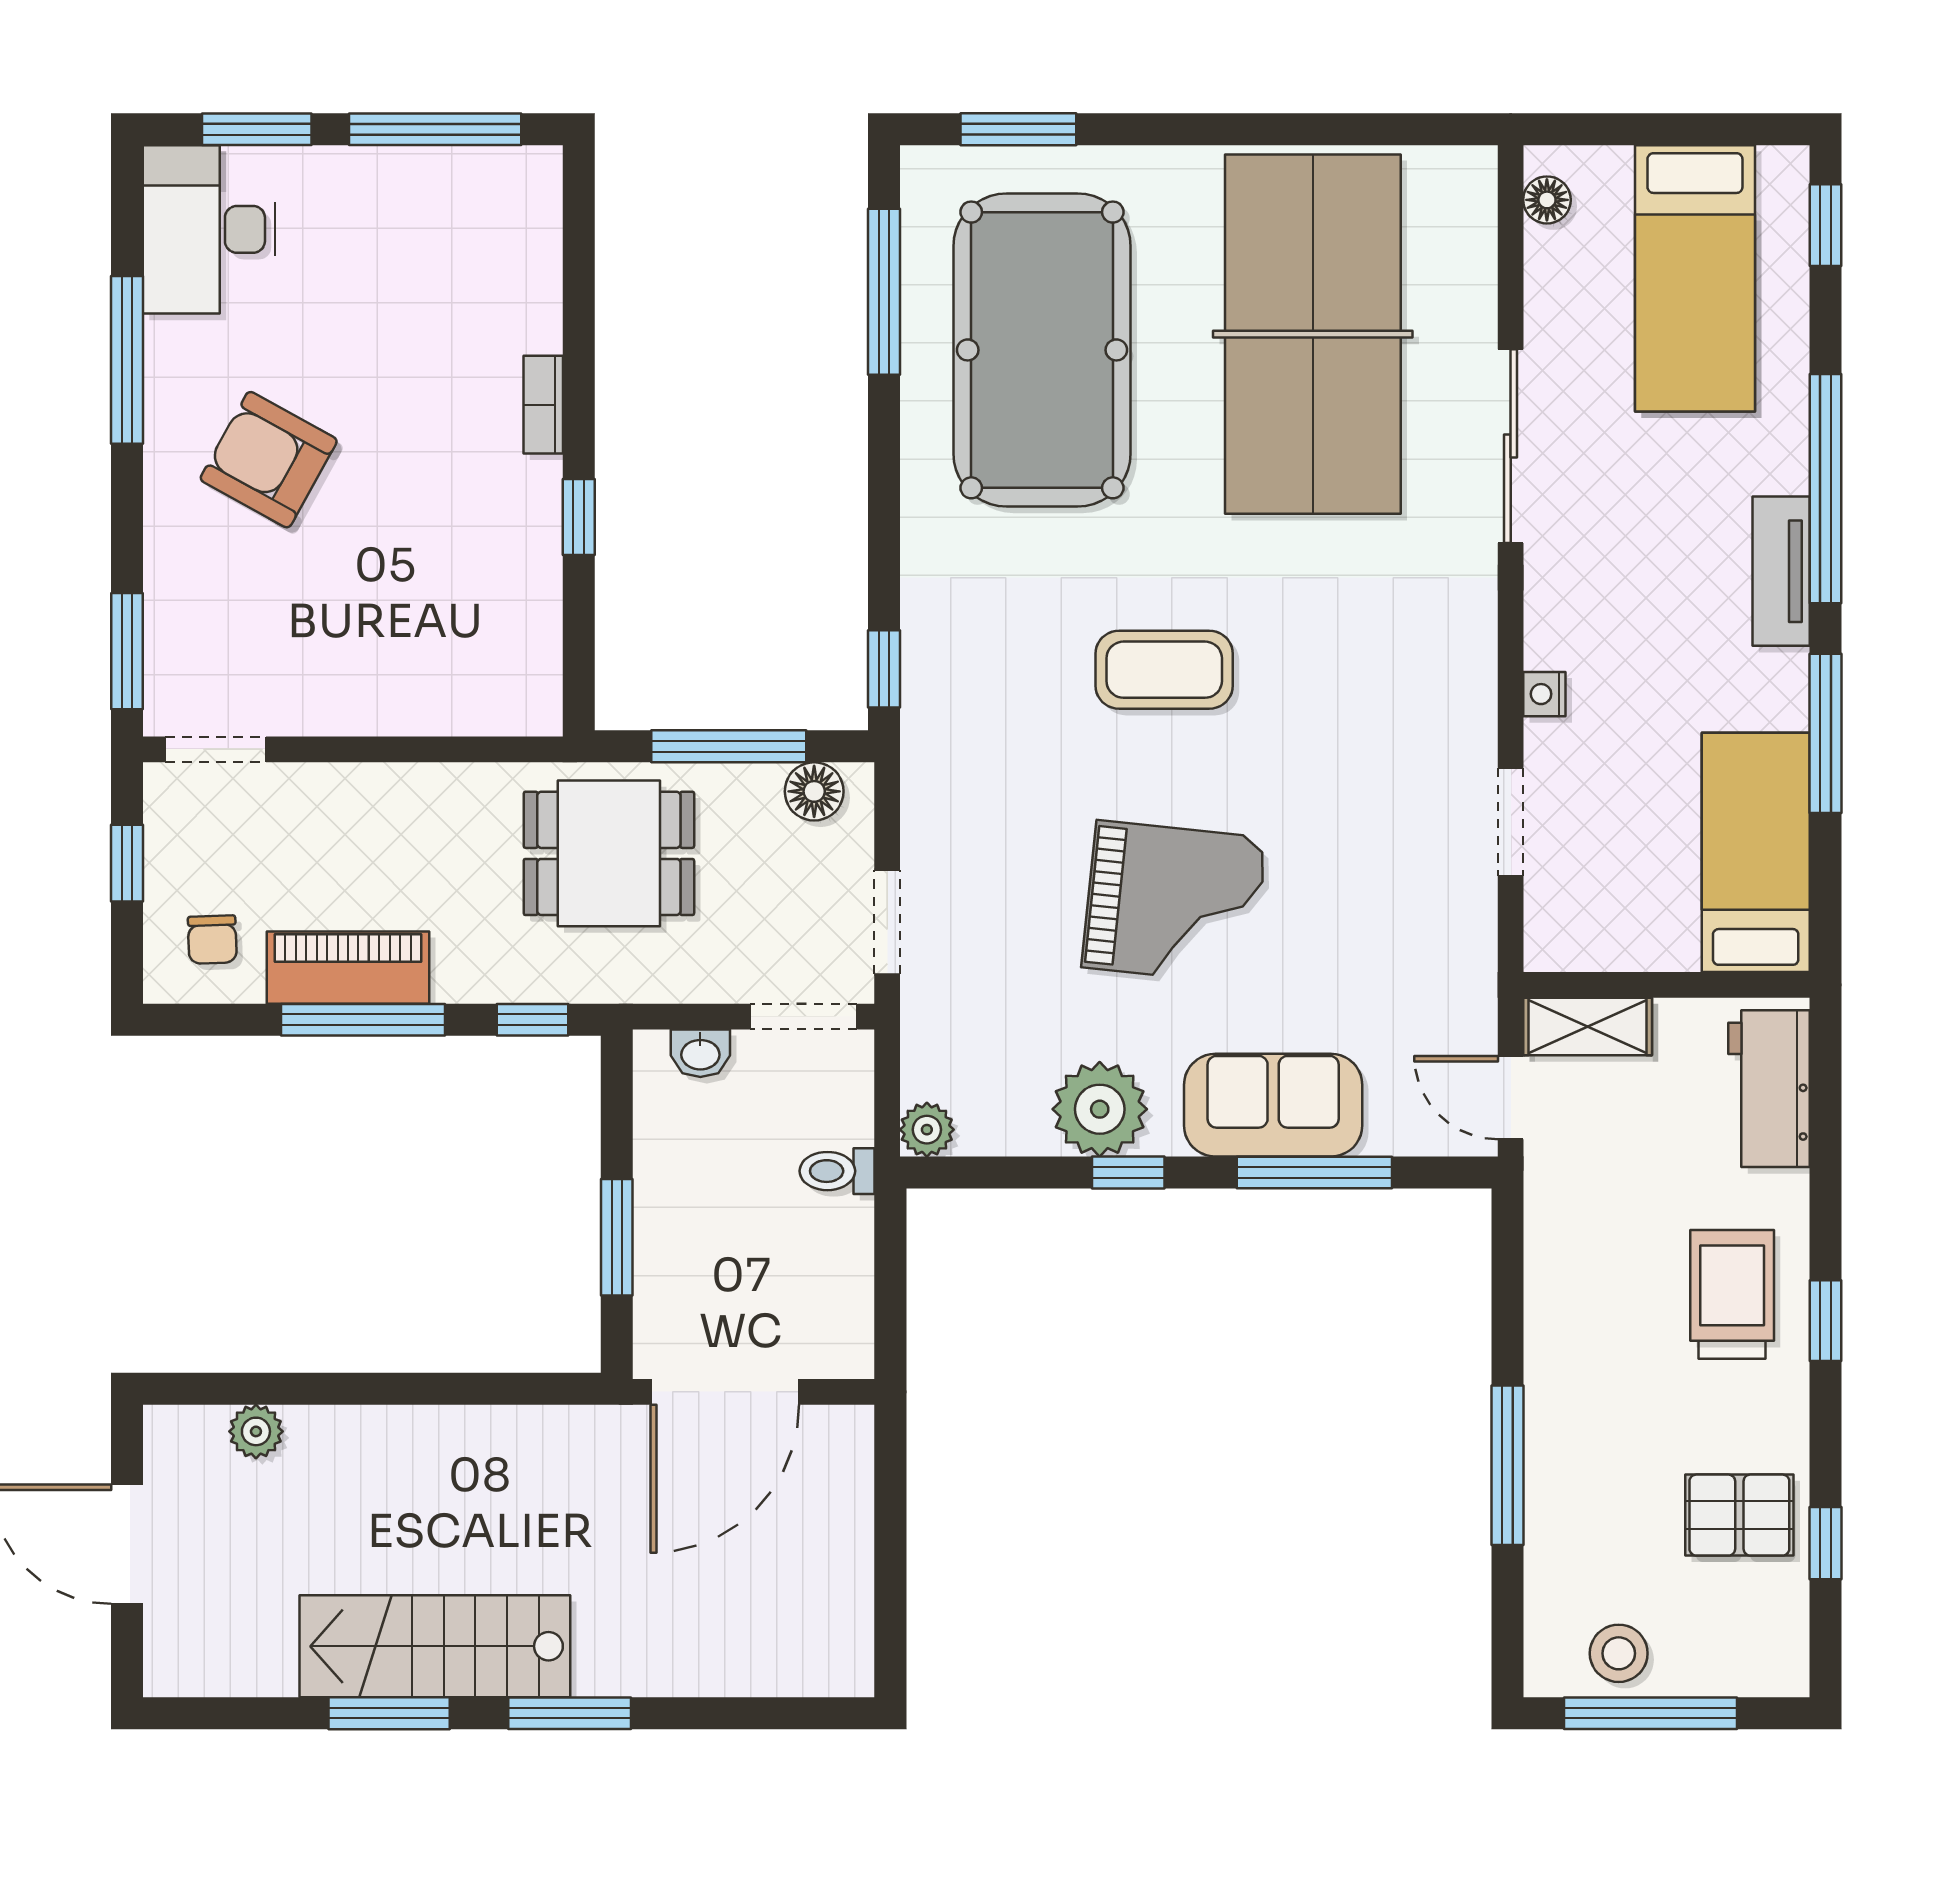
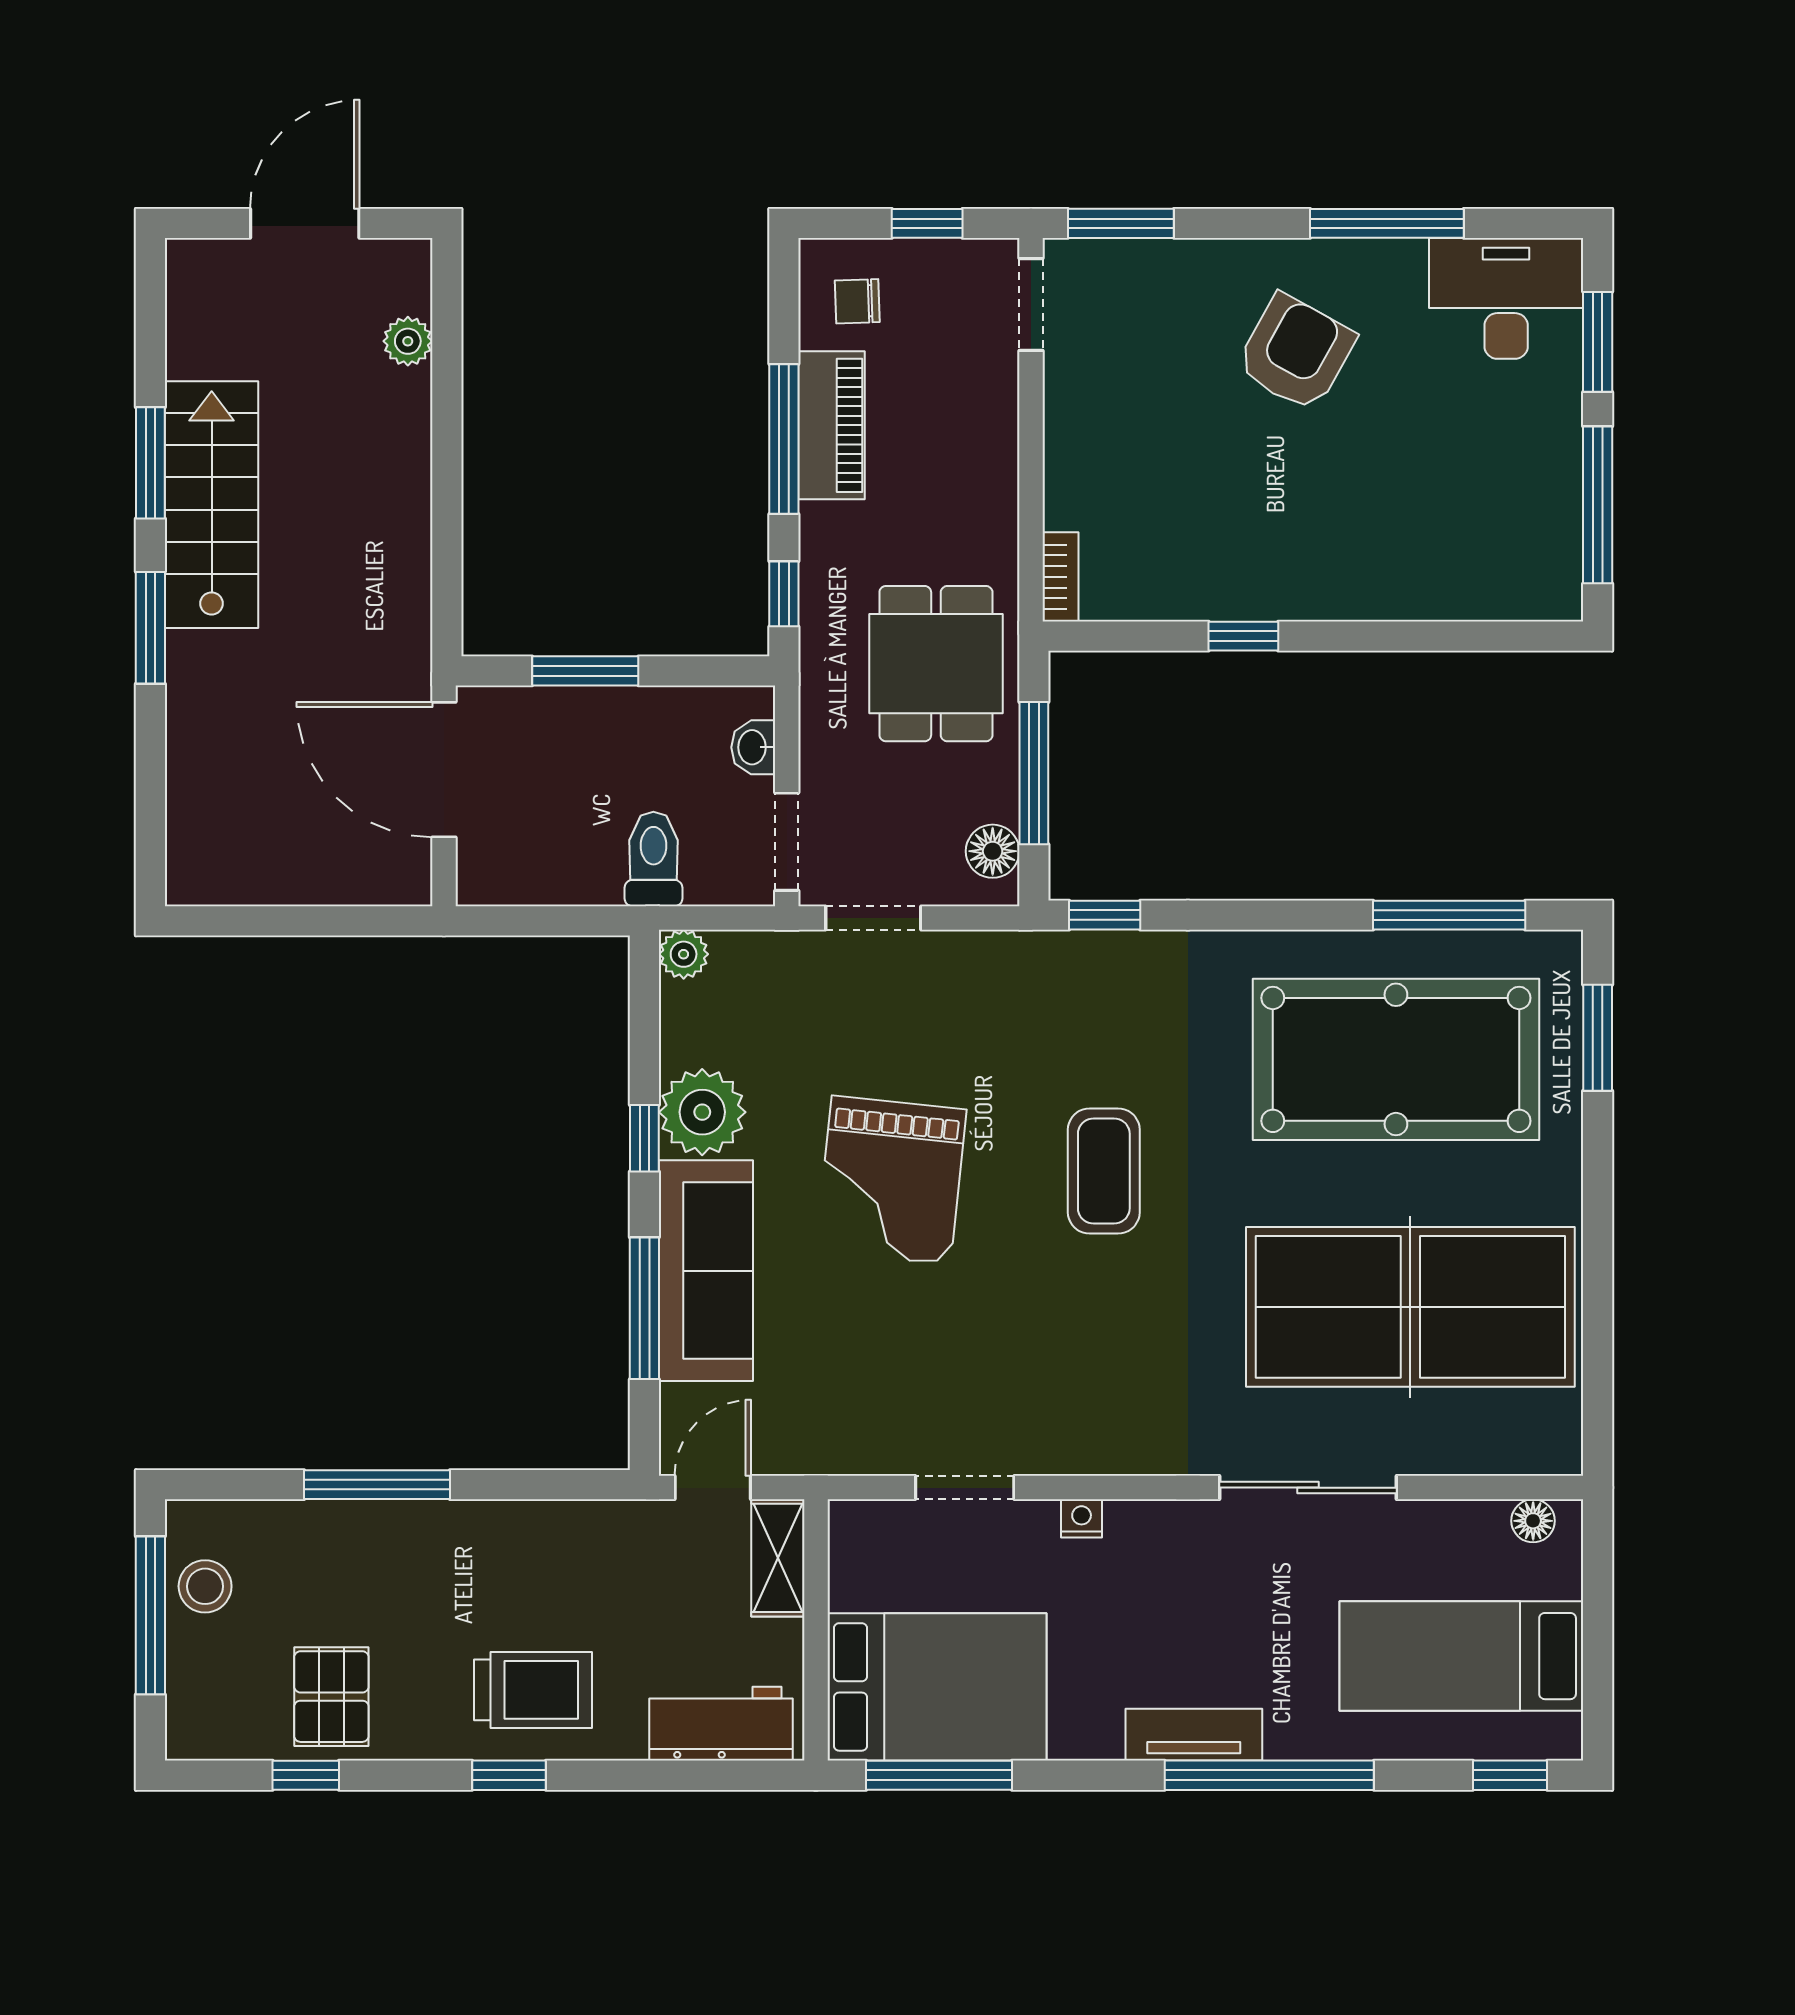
bookcase: (543, 405) -> (1060, 577), moved, turned 90
window: (1825, 733) -> (939, 1775), moved
bed: (1756, 852) -> (937, 1687), width x1.50
sofa: (1273, 1105) -> (706, 1271), width x1.36
toilet: (837, 1171) -> (653, 859), width x1.37, depth x1.39

